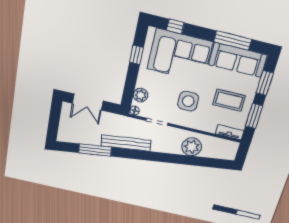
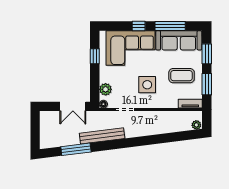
window: (175, 26) -> (139, 26), moved
double door: (88, 102) -> (73, 106), moved
plant: (192, 147) -> (196, 125), moved, width x0.53, depth x0.53

